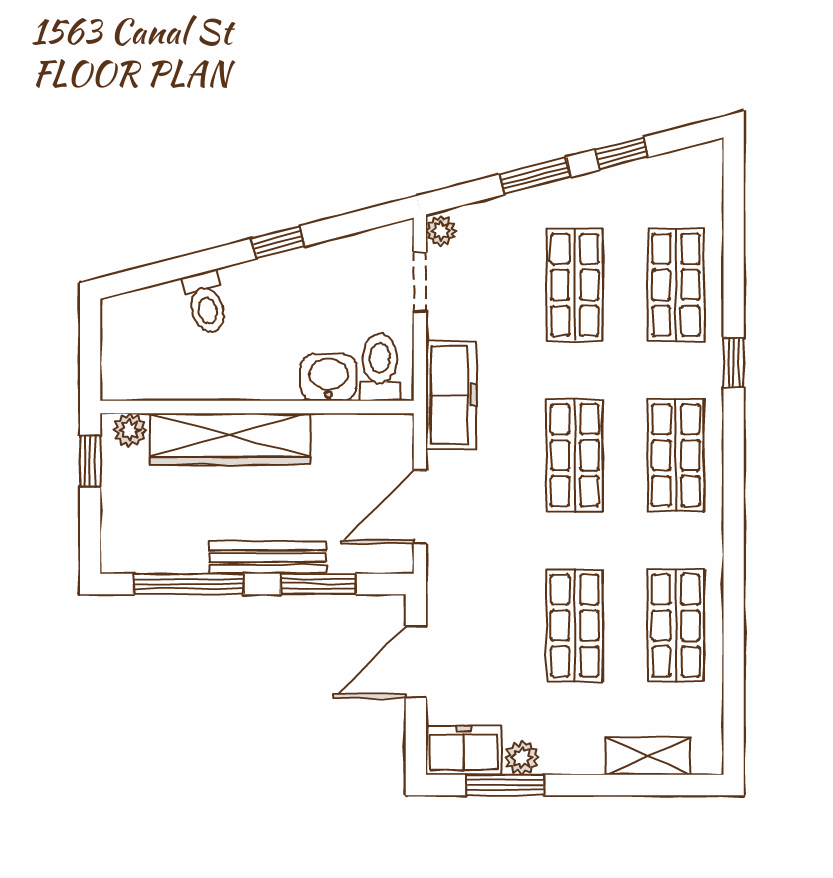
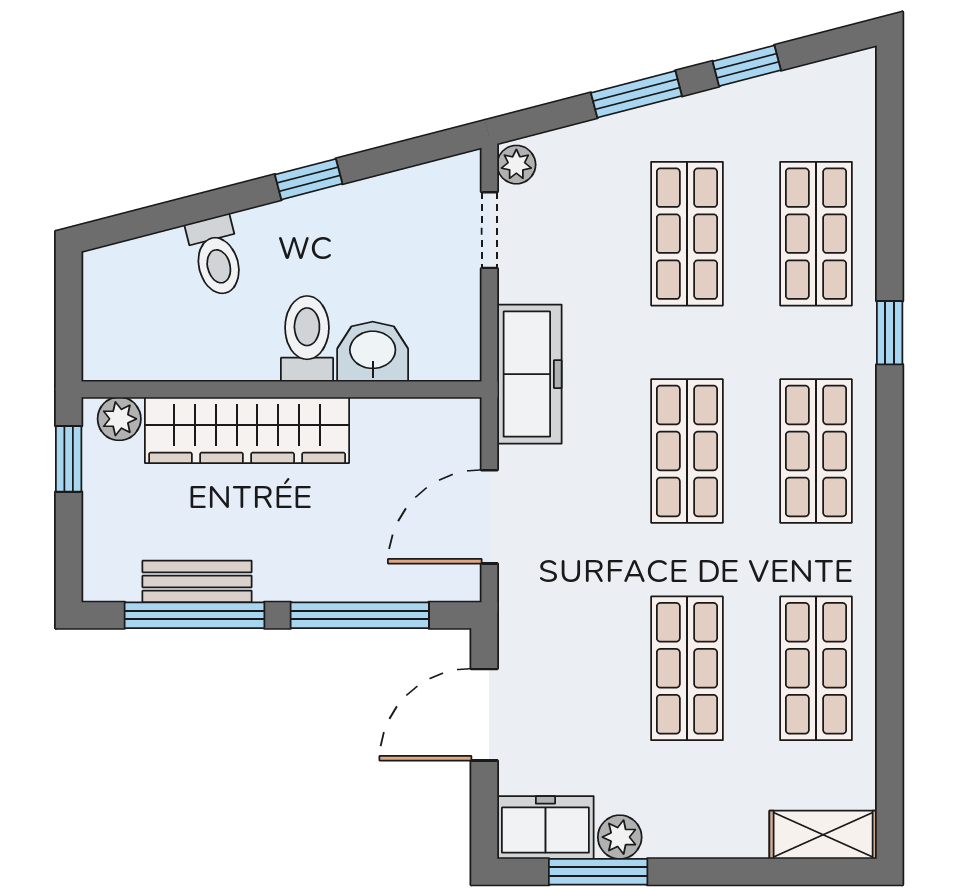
toilet: (380, 367) -> (307, 339), moved
bench: (268, 558) -> (197, 582), moved, width x0.73
window: (318, 584) -> (360, 615), width x1.44
shelving: (648, 756) -> (823, 835), moved

